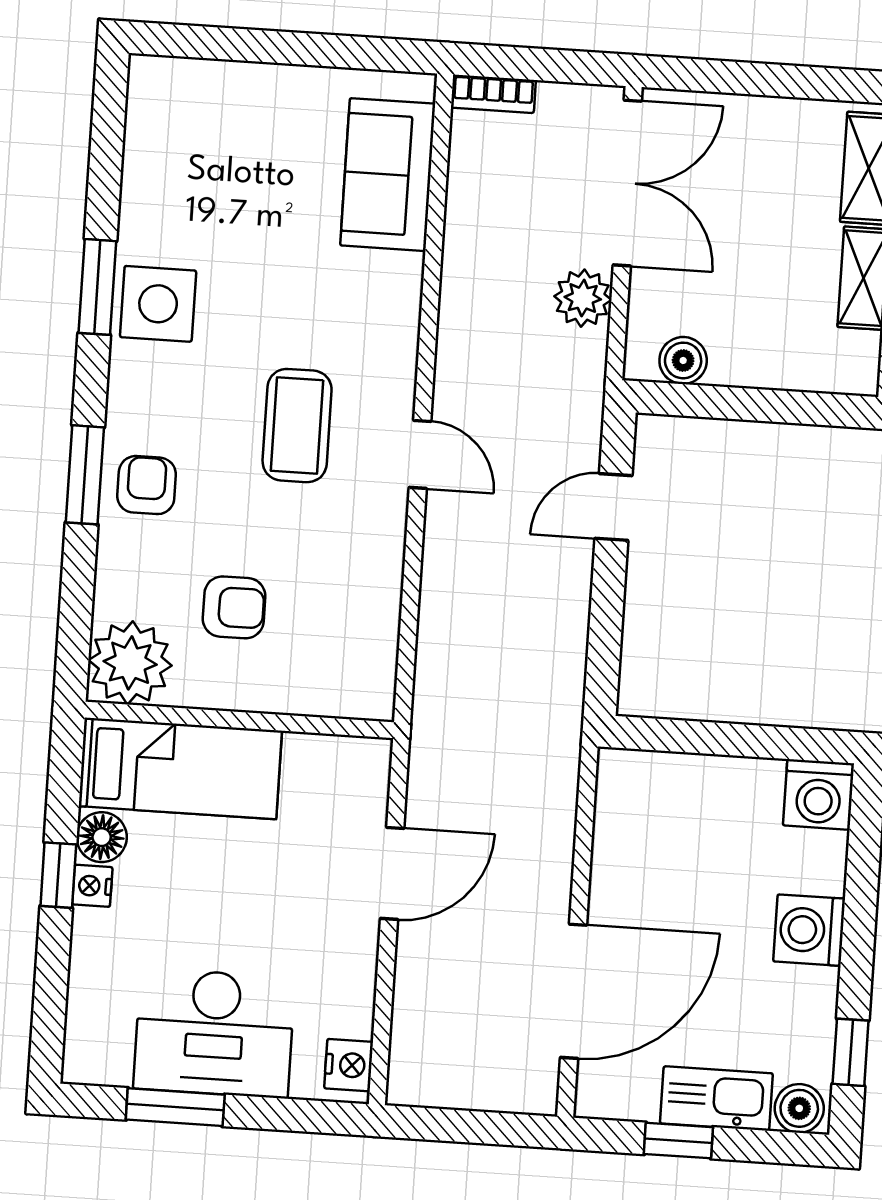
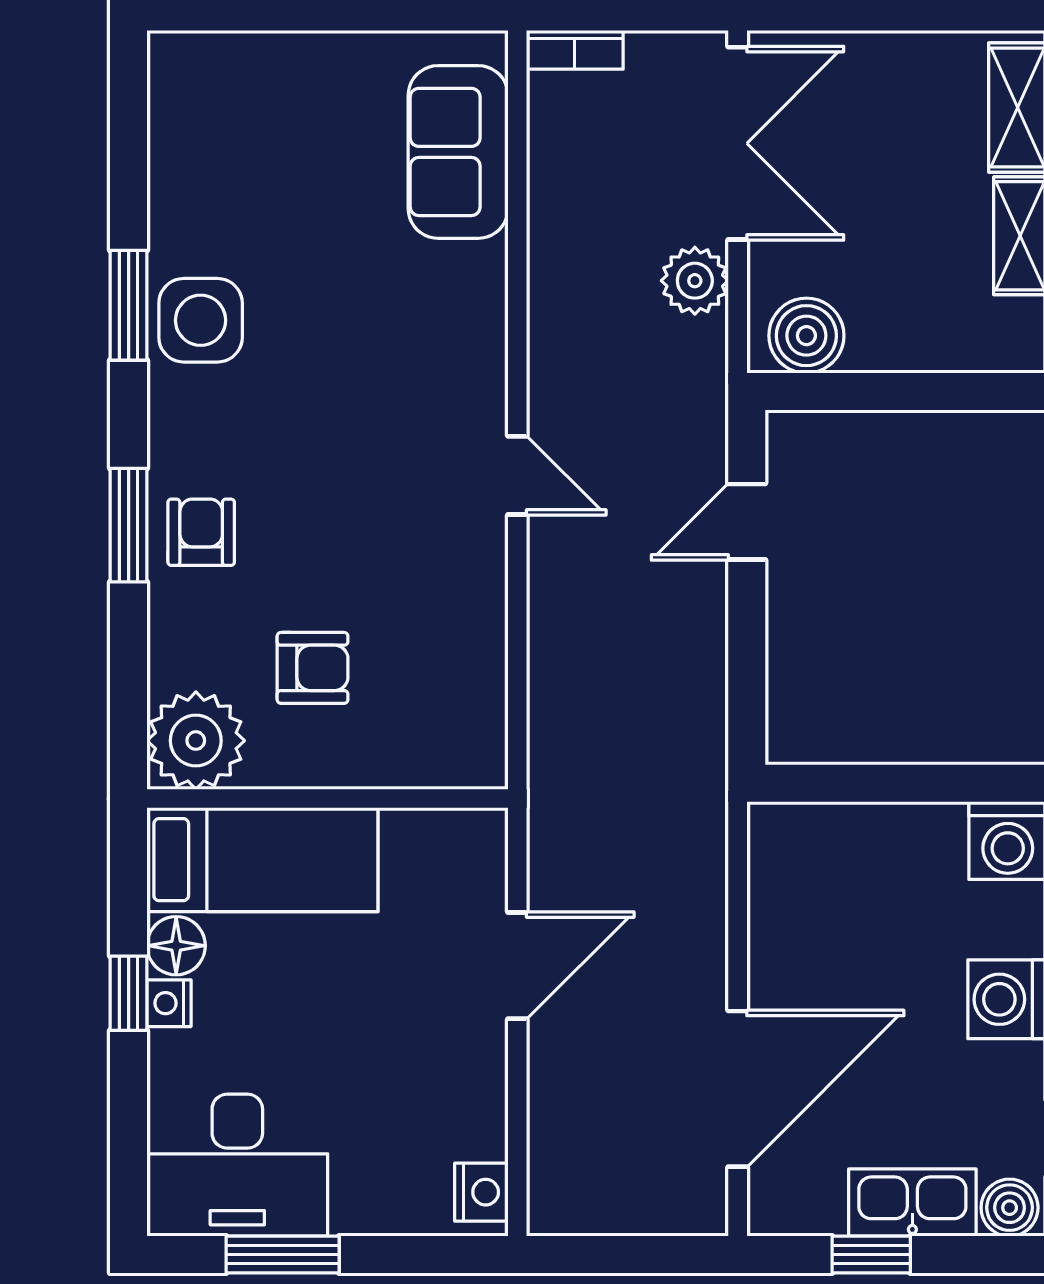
boiler: (683, 360) -> (806, 336), width x1.36, depth x1.36
coffee table: (297, 426) -> (372, 451), removed
desk: (214, 1033) -> (237, 1165), moved

